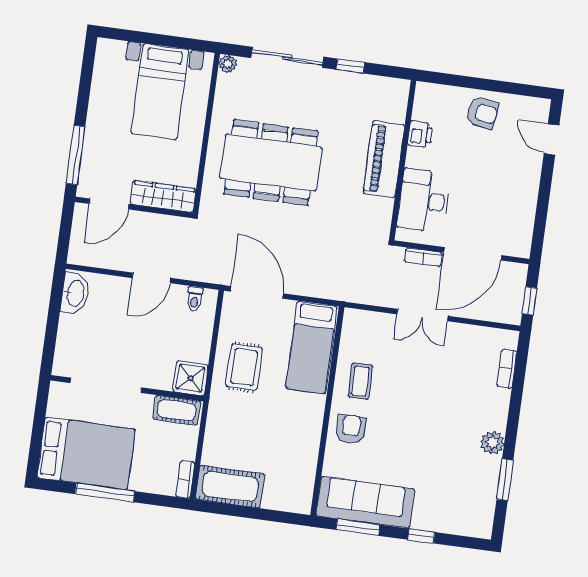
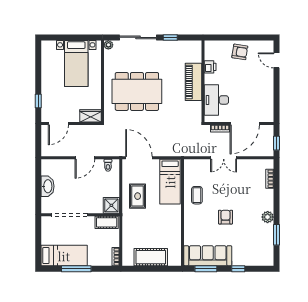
window: (76, 155) -> (38, 101), width x0.46
wardrobe: (163, 196) -> (90, 116), width x0.67
washbasin: (75, 293) -> (47, 186), moved
armchair: (351, 429) -> (226, 217), moved
bed: (86, 453) -> (64, 256), width x0.67
cot: (230, 487) -> (151, 257), moved

